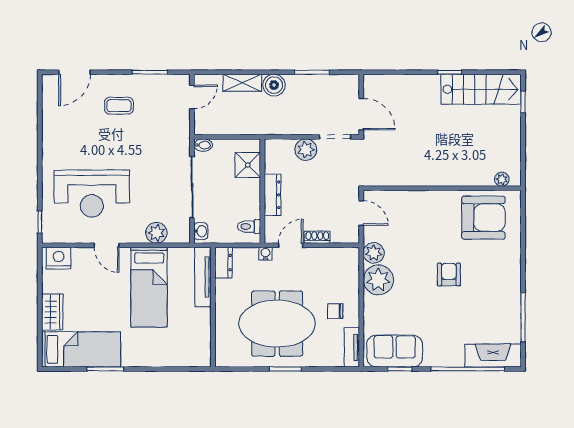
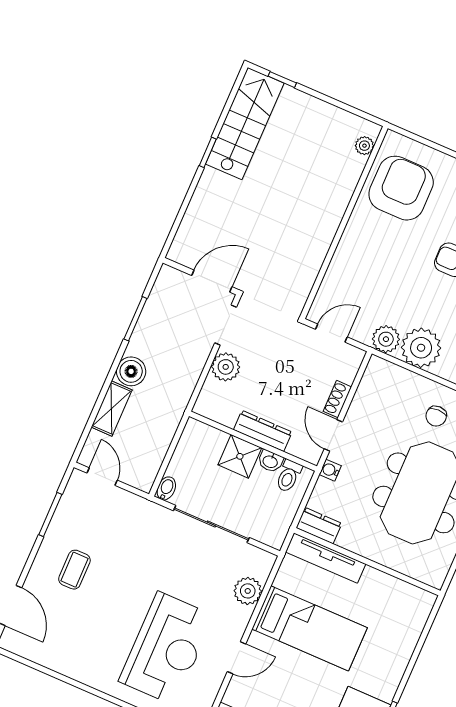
shower: (248, 165) -> (240, 456), moved
washbasin: (201, 231) -> (270, 461), moved, turned 180

